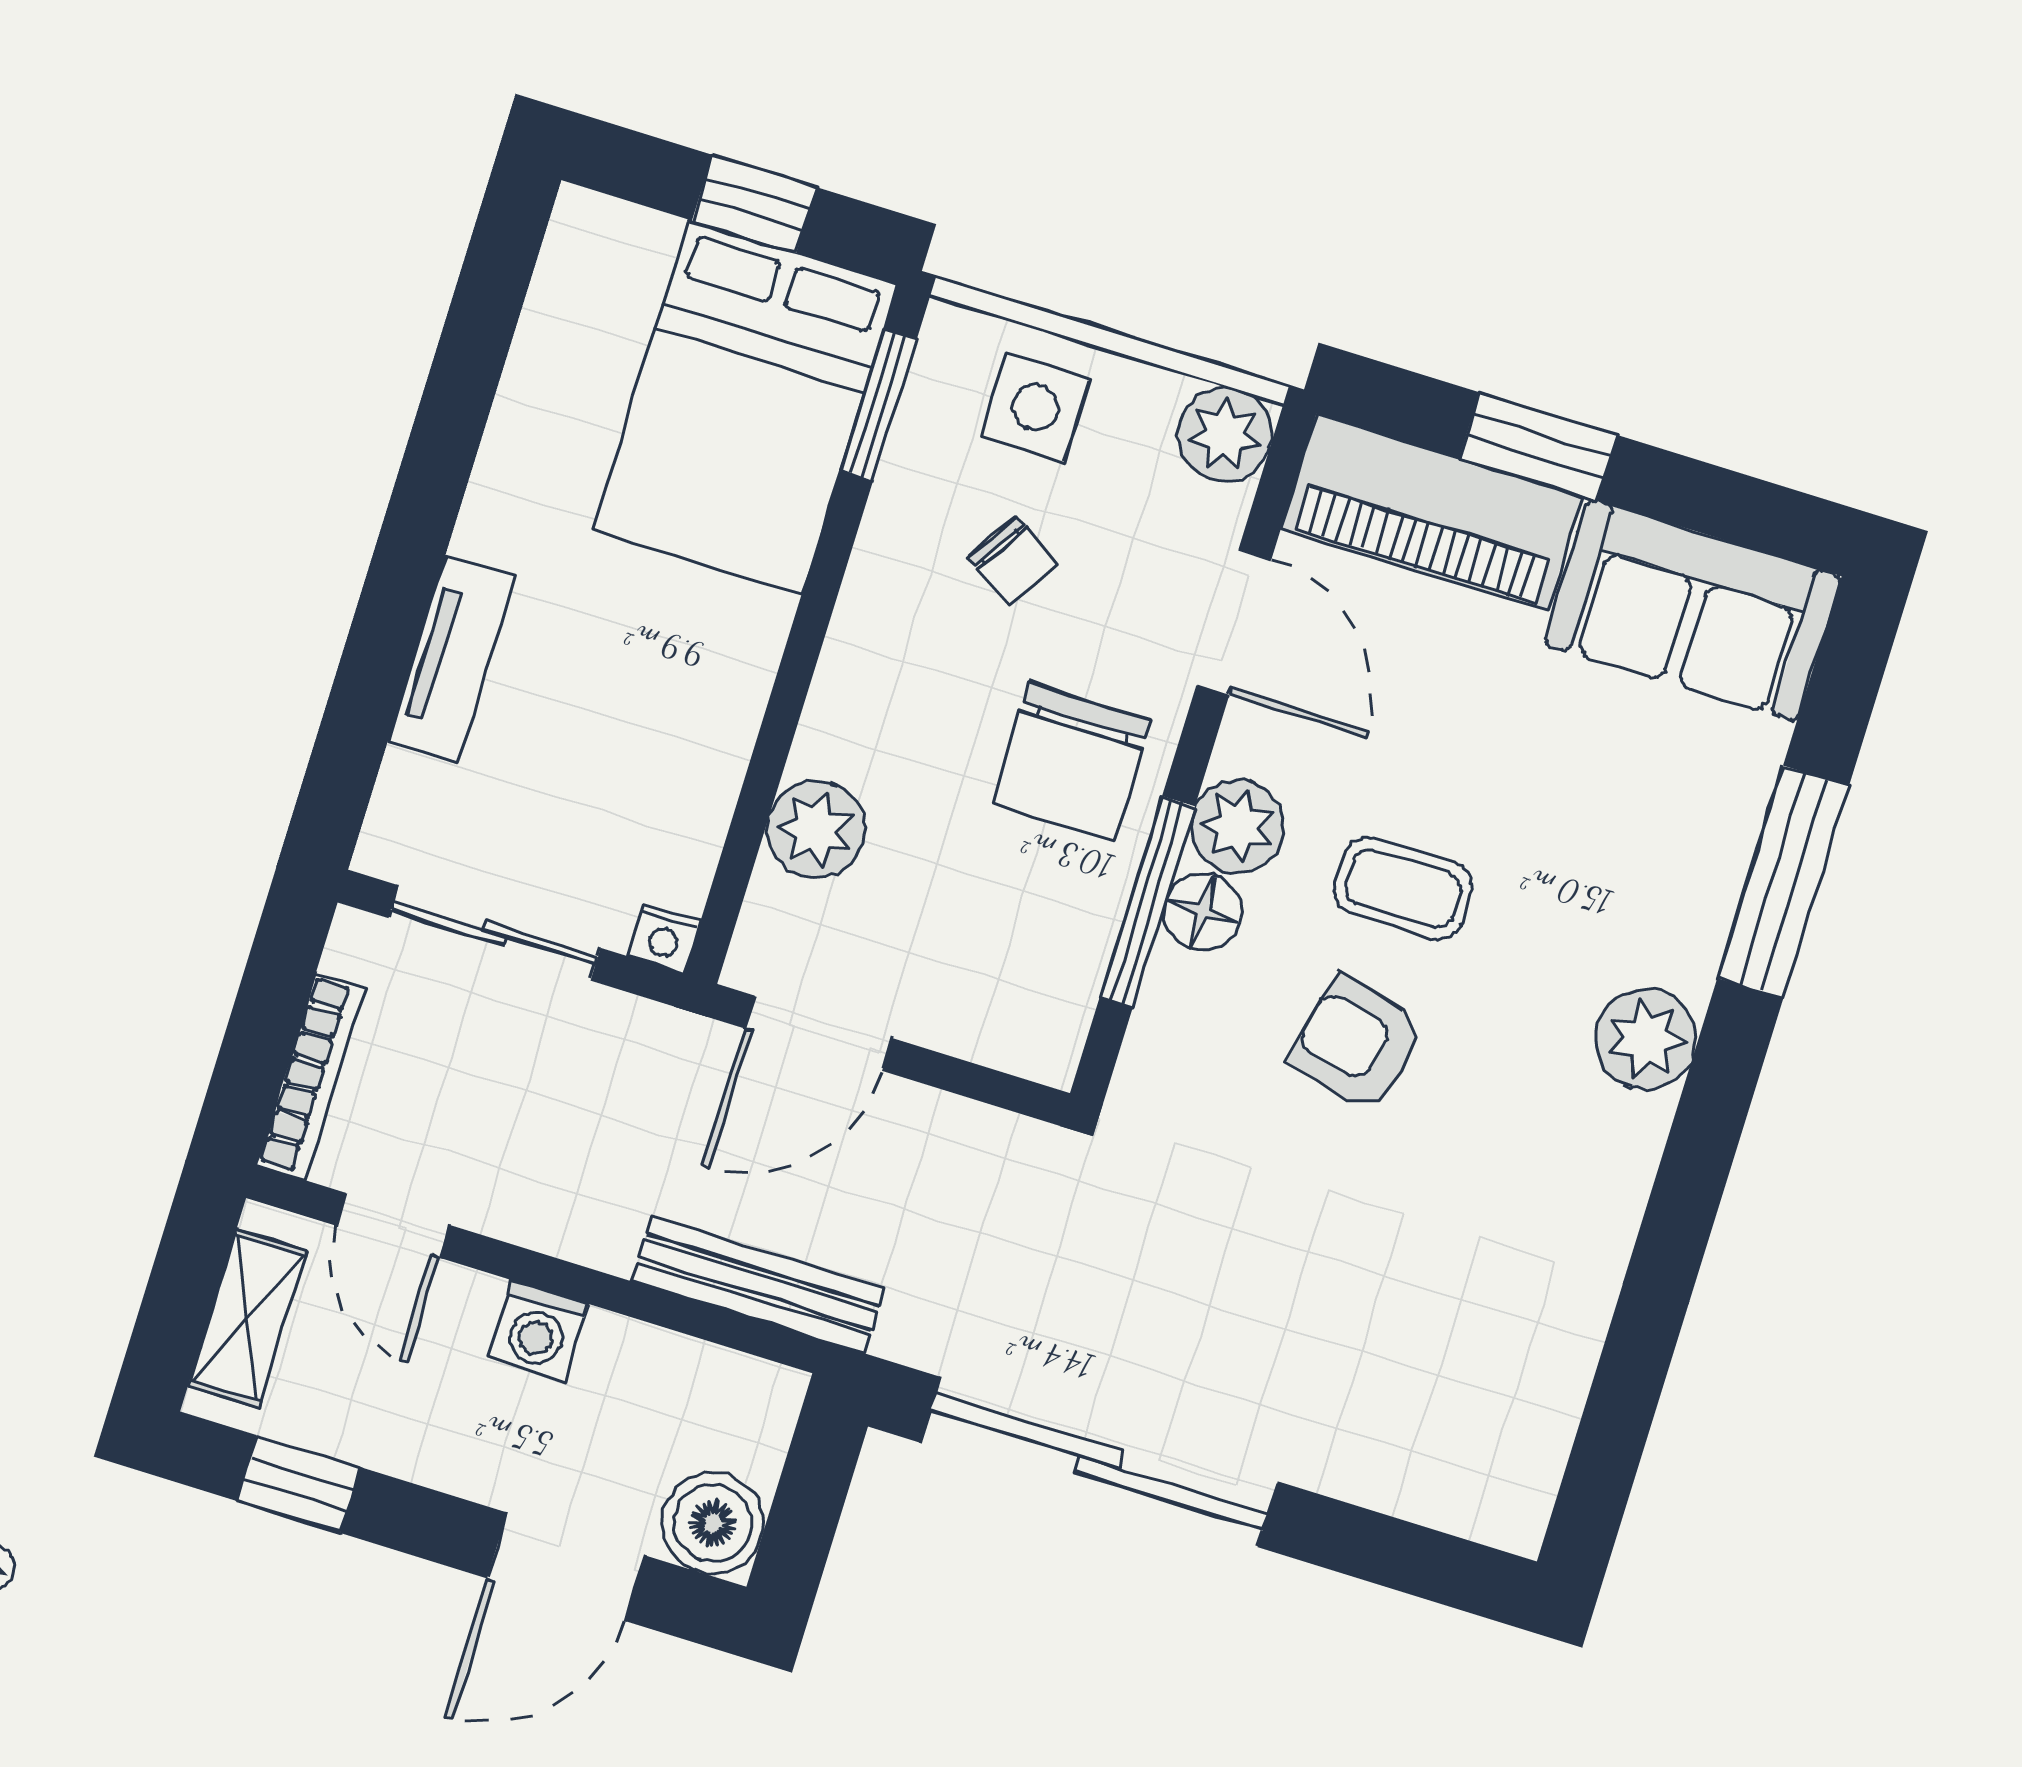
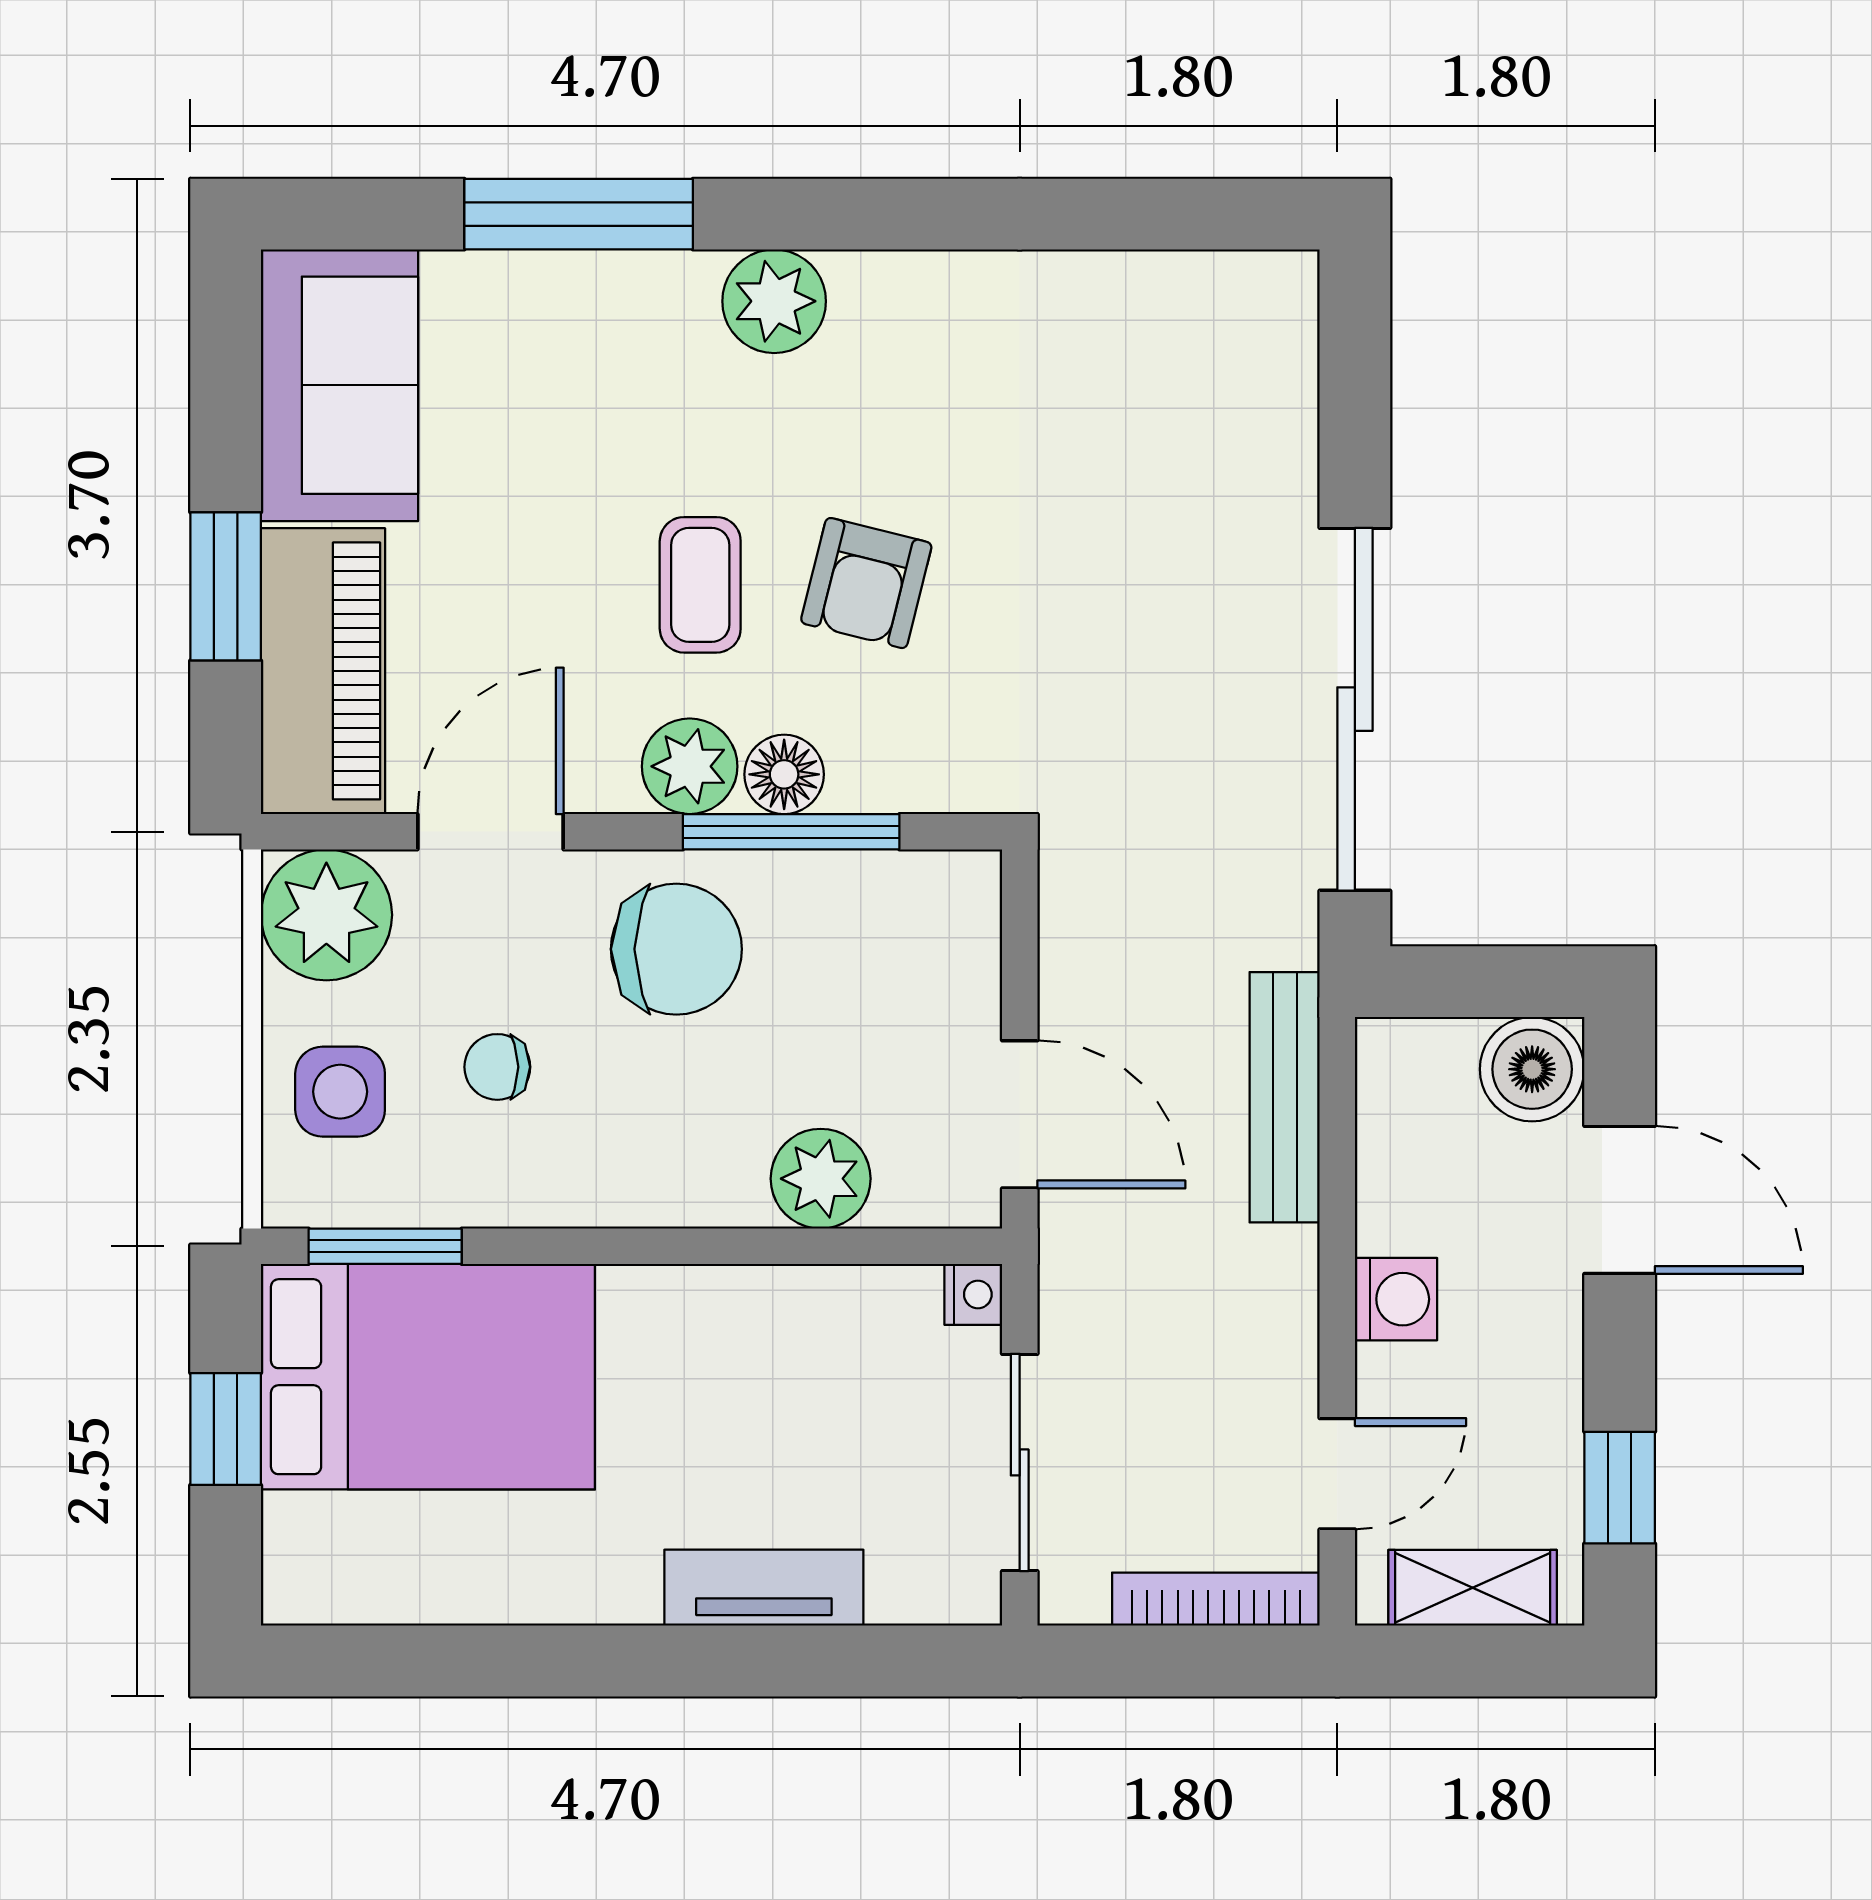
plant: (1225, 434) -> (326, 915), width x1.36, depth x1.36
chair: (1013, 561) -> (497, 1067), turned -122

